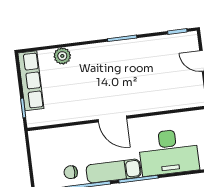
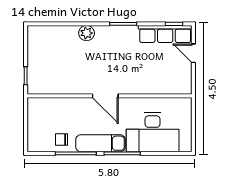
plant: (62, 56) -> (87, 33), moved
row of seats: (31, 81) -> (165, 34), moved, turned 90

